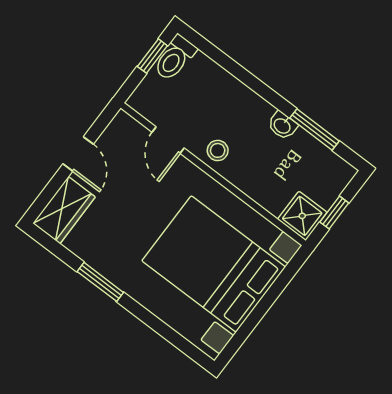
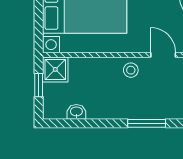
washbasin: (282, 126) -> (76, 112), moved
window: (314, 129) -> (147, 123), moved

